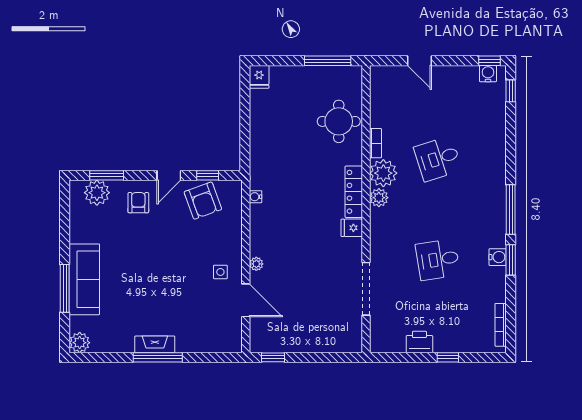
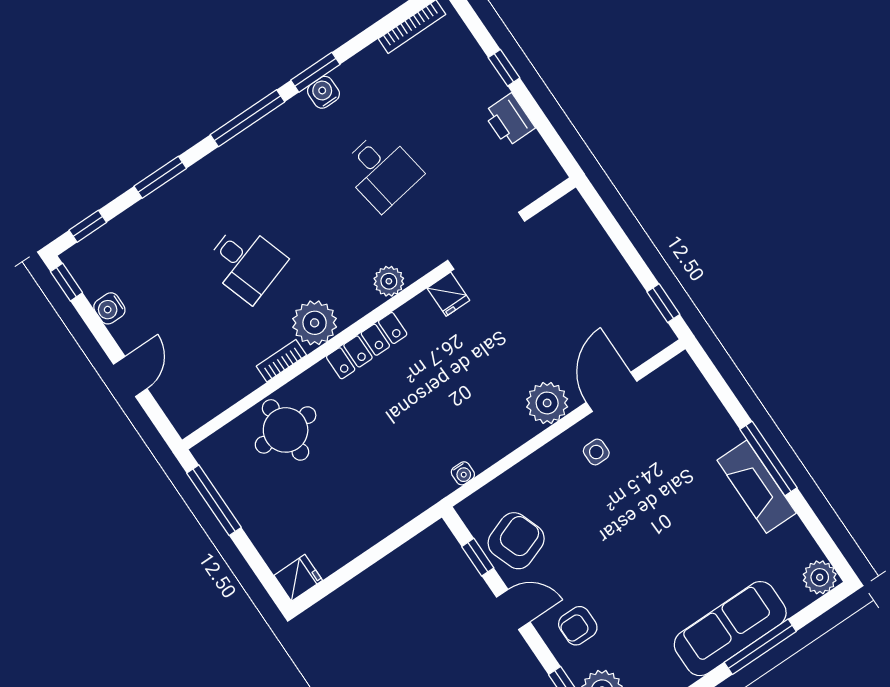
water cooler: (488, 74) -> (109, 308), moved
window: (511, 145) -> (160, 177), added
plant: (379, 198) -> (389, 281), moved
fridge: (352, 228) -> (448, 294), moved
plant: (256, 264) -> (547, 403), width x1.88, depth x1.88
fireplace: (155, 344) -> (757, 487), width x1.37, depth x1.32

